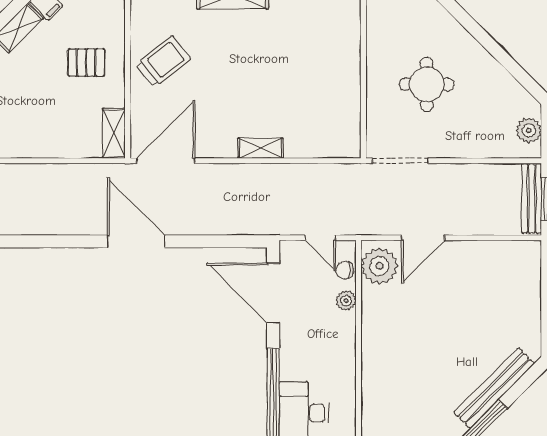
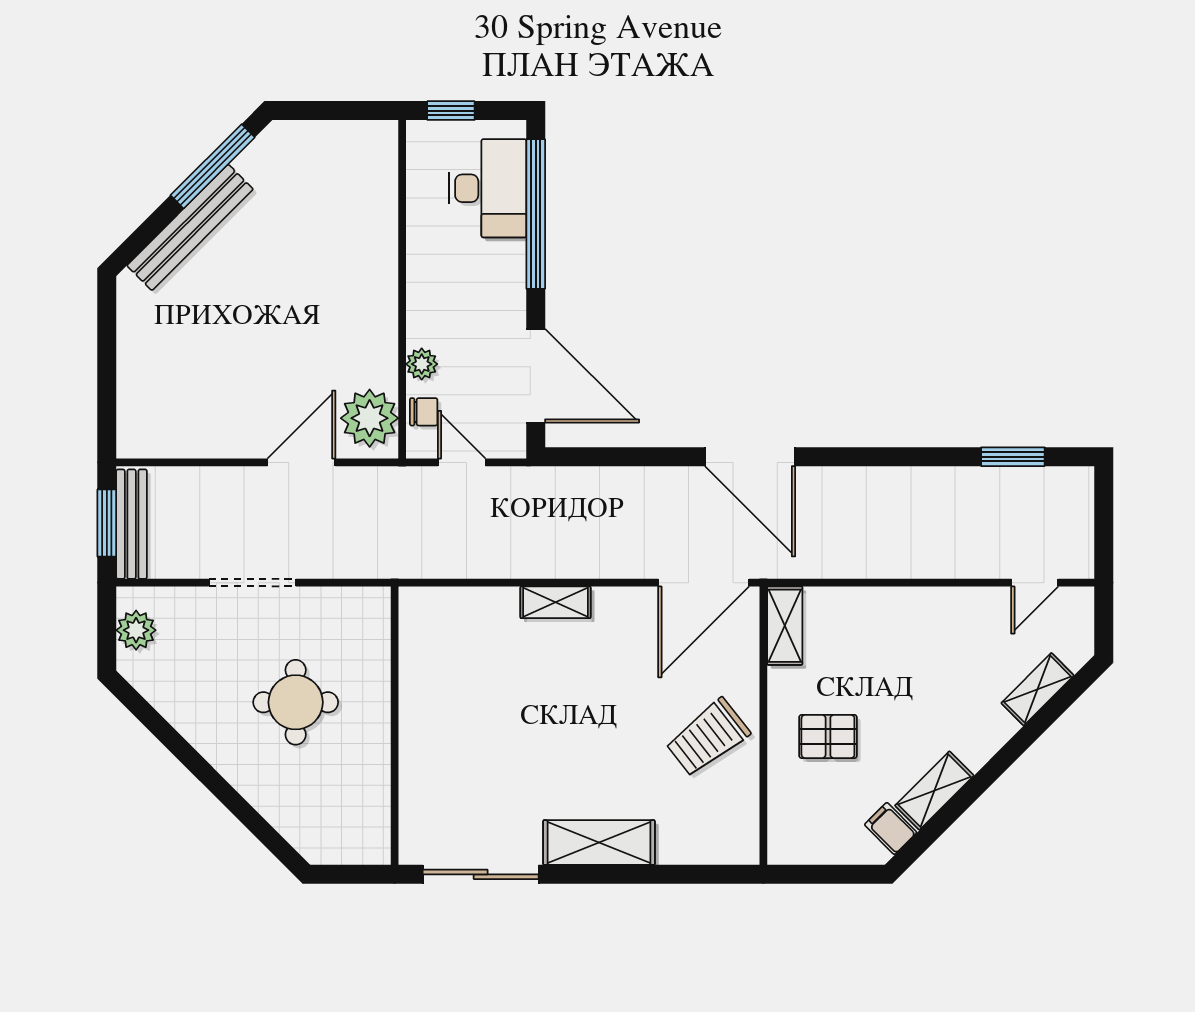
doorway: (400, 161) -> (252, 583), moved

